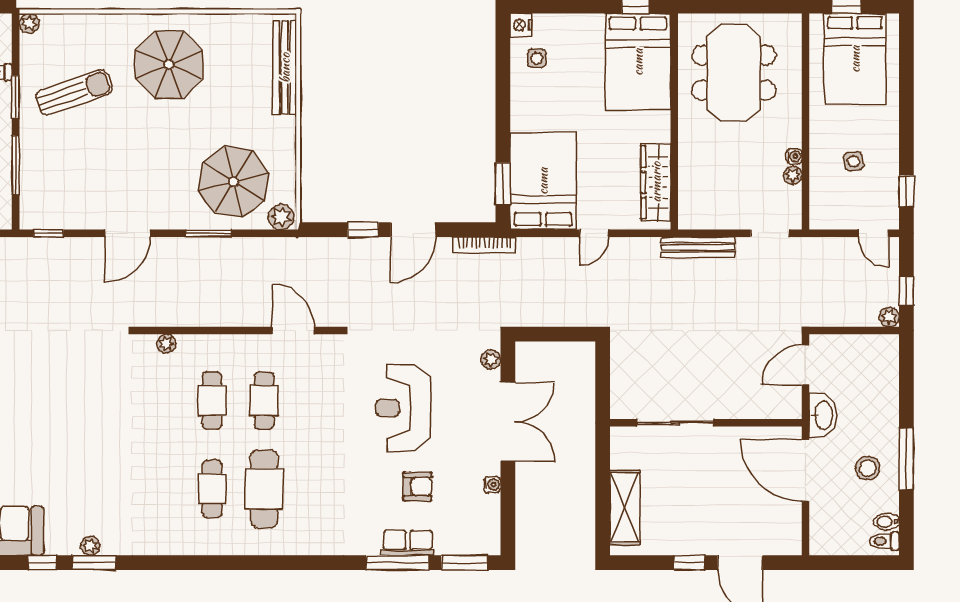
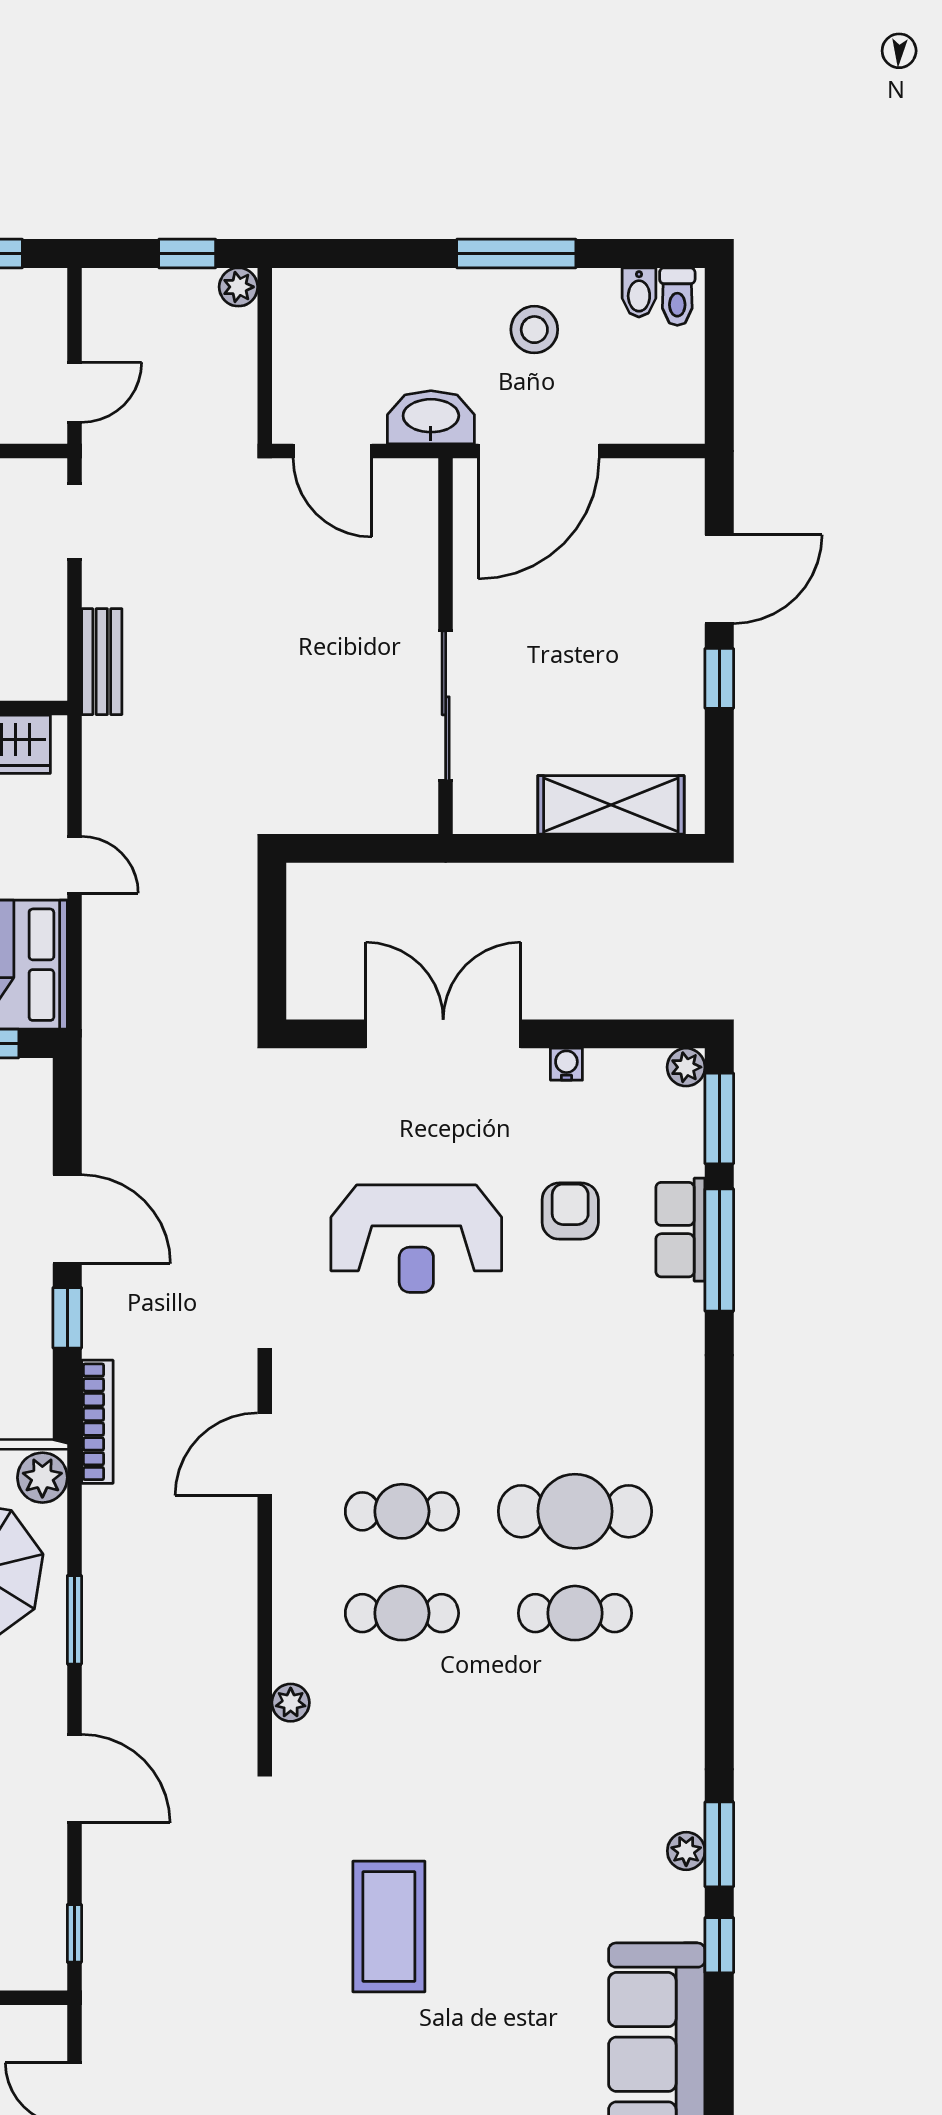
door: (874, 233) -> (74, 392), moved
bookcase: (484, 245) -> (97, 1422), moved
bench: (698, 247) -> (102, 662), width x0.73
plant: (491, 360) -> (686, 1067), moved
coffee table: (52, 394) -> (389, 1926), added

